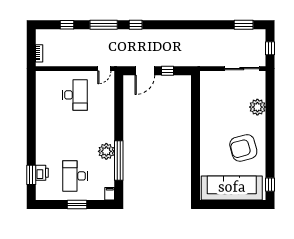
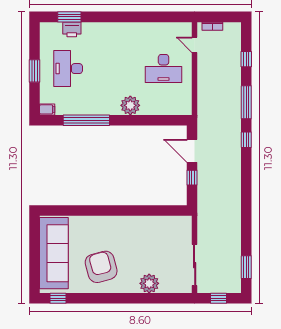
door: (104, 69) -> (195, 45), moved
plant: (106, 151) -> (130, 105), moved
desk: (75, 176) -> (68, 69), turned -90

